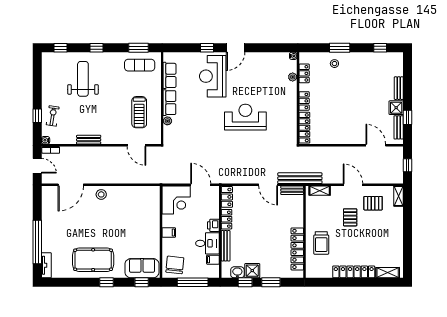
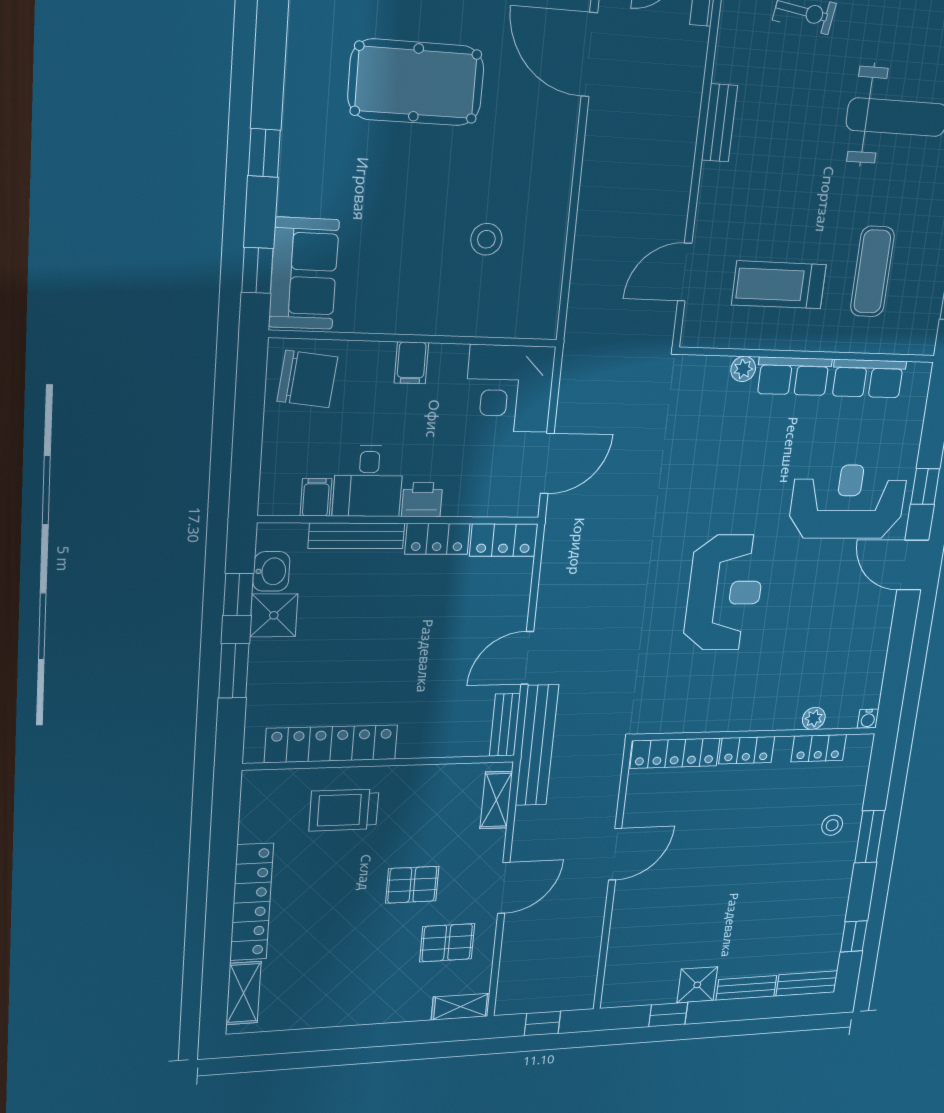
exercise mat: (140, 65) -> (872, 272), moved
bench: (399, 127) -> (807, 984), moved
door: (376, 145) -> (615, 854), moved
stool: (101, 194) -> (486, 239), moved
pallet: (373, 203) -> (447, 943), turned 90
pool table: (93, 260) -> (416, 83), moved, turned 90
window: (193, 282) -> (248, 434), removed

